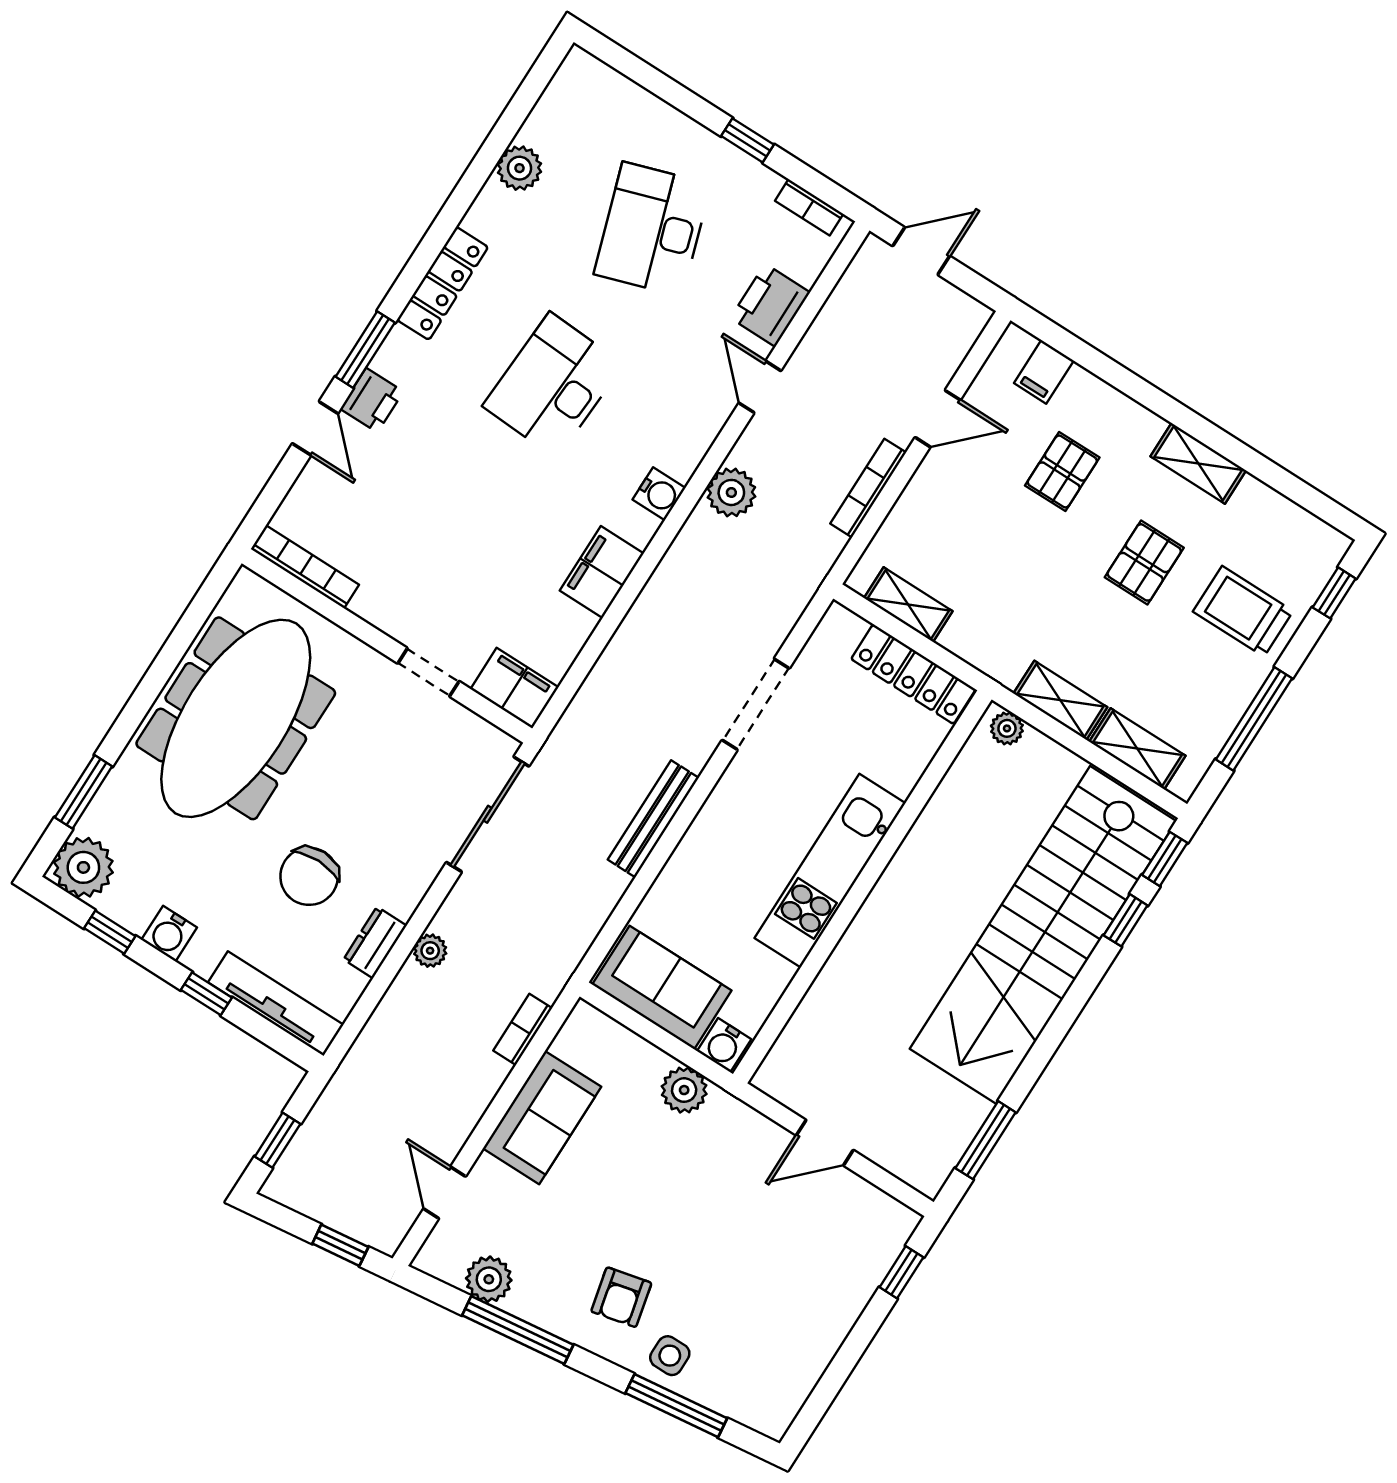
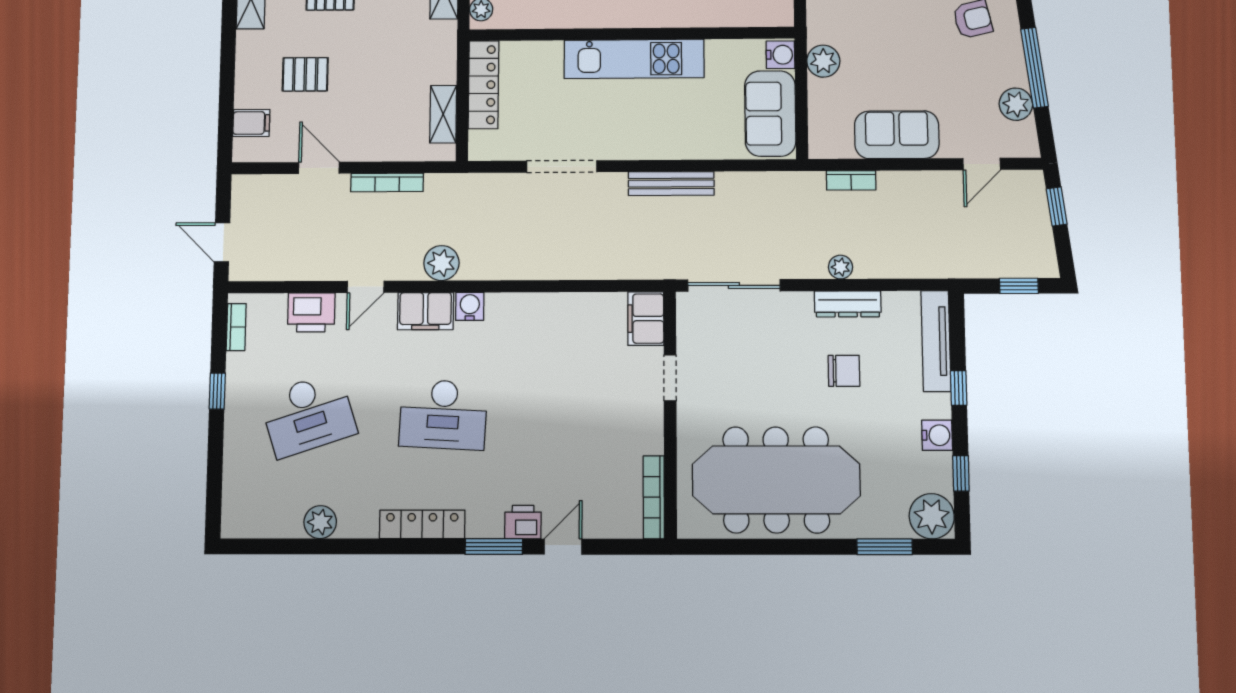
filing cabinet: (602, 572) -> (425, 311), moved
chair: (309, 876) -> (844, 371), width x0.73, depth x0.73
dresser: (375, 943) -> (848, 304), width x1.44

